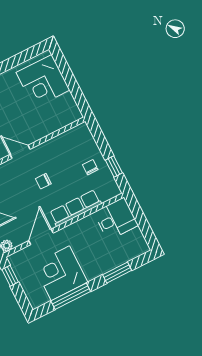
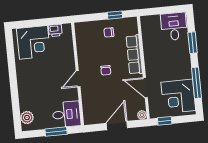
printer: (68, 102) -> (55, 30), added
desk: (116, 219) -> (174, 26), moved
corner desk: (60, 273) -> (178, 96), moved

